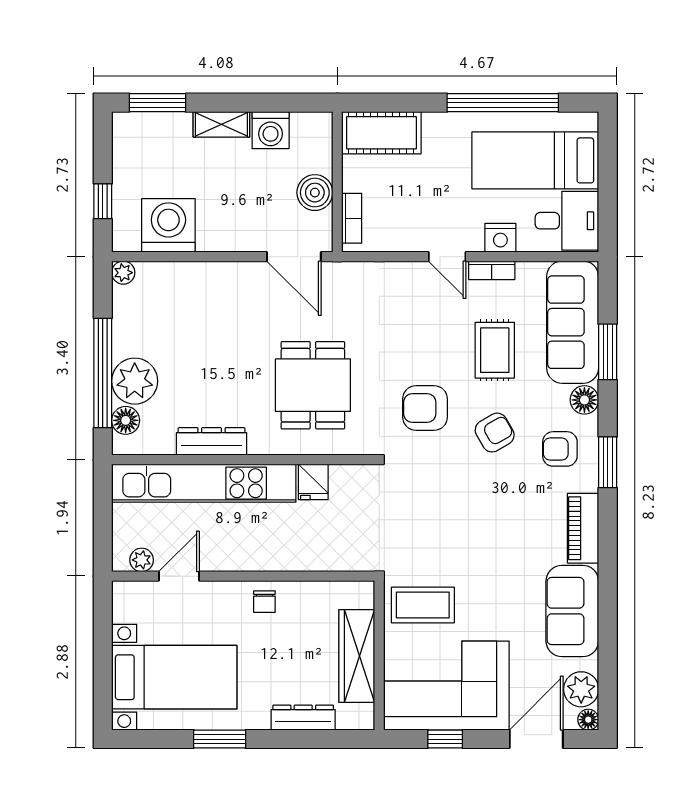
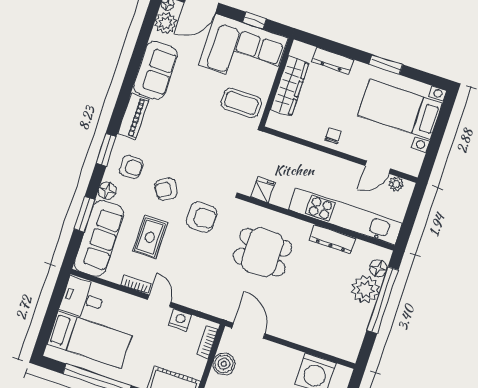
nightstand: (500, 238) -> (180, 320), moved
plant: (123, 273) -> (351, 355), removed
dining table: (313, 385) -> (262, 252), turned 90
fridge: (313, 482) -> (263, 190), moved

